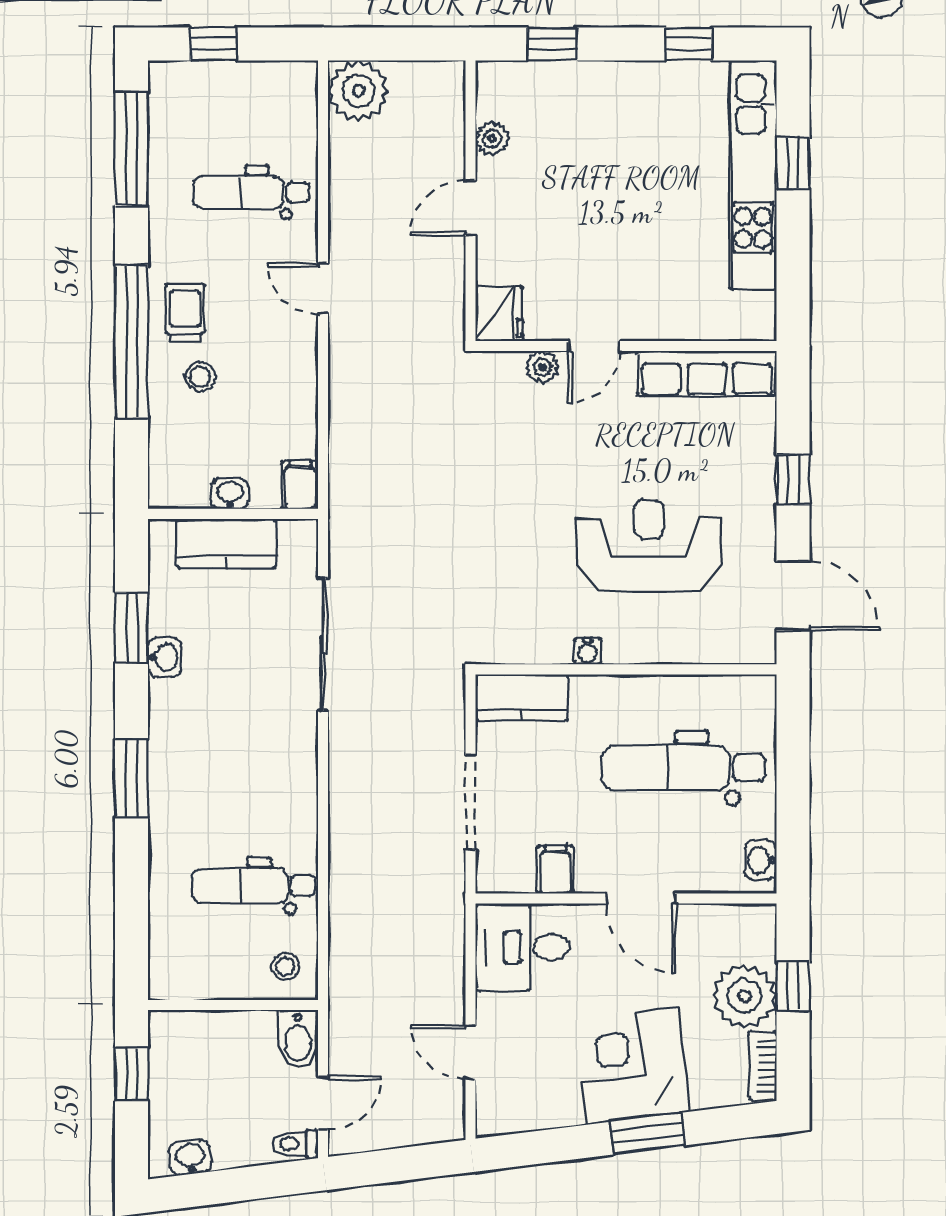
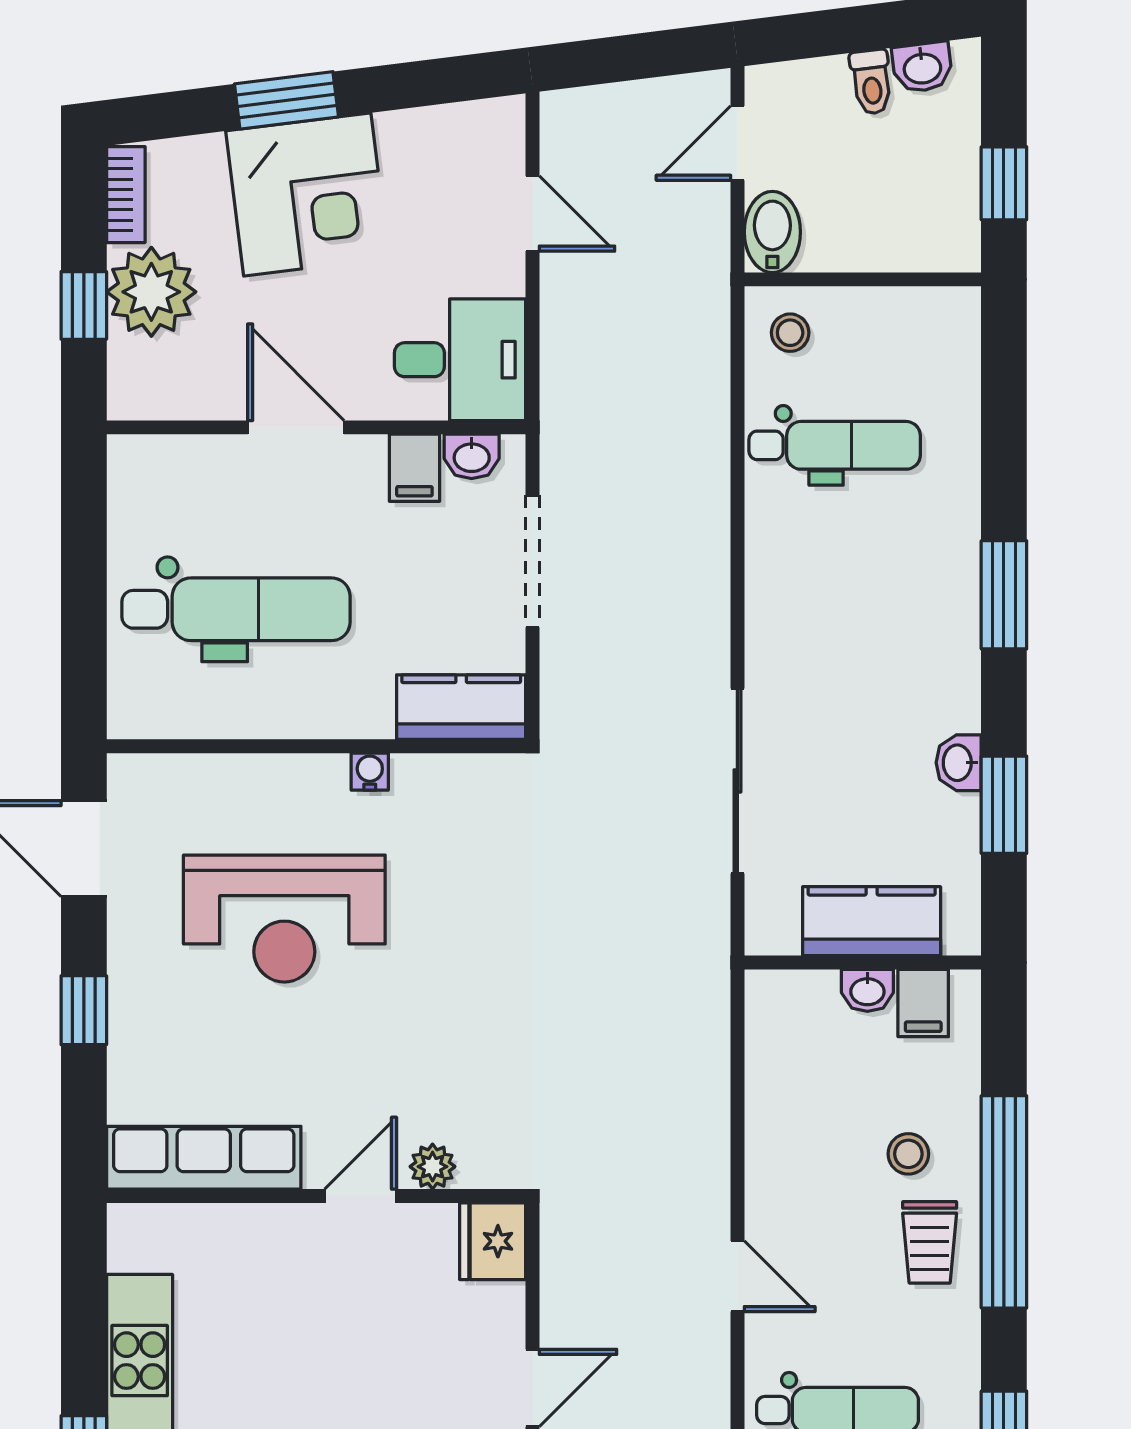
filing cabinet: (300, 485) -> (923, 1003), moved
washbasin: (761, 860) -> (472, 456), moved, turned 90
toilet: (296, 1144) -> (871, 82), moved, turned 83

